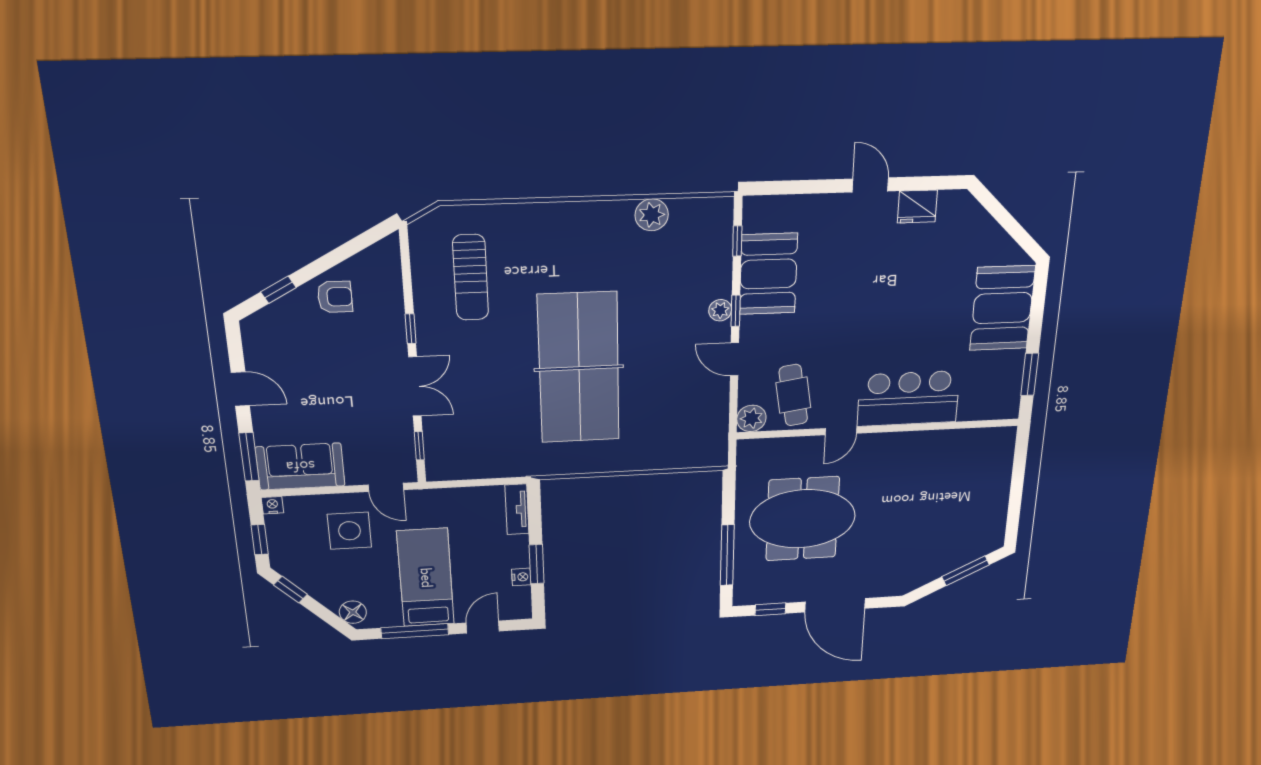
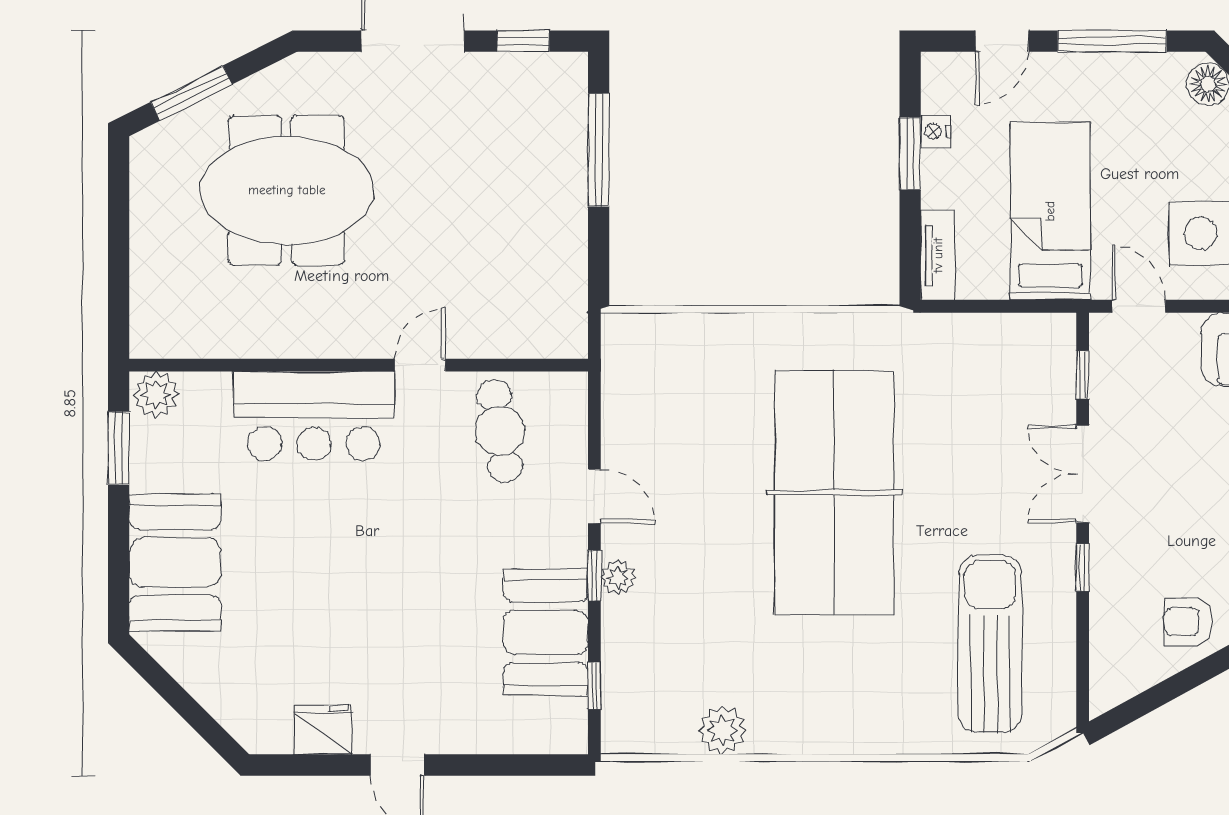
sun lounger: (471, 277) -> (990, 644), width x1.36, depth x1.34
plant: (751, 418) -> (156, 394), moved
meeting table: (802, 519) -> (287, 190), moved
bed: (426, 578) -> (1050, 211), moved, turned 180

